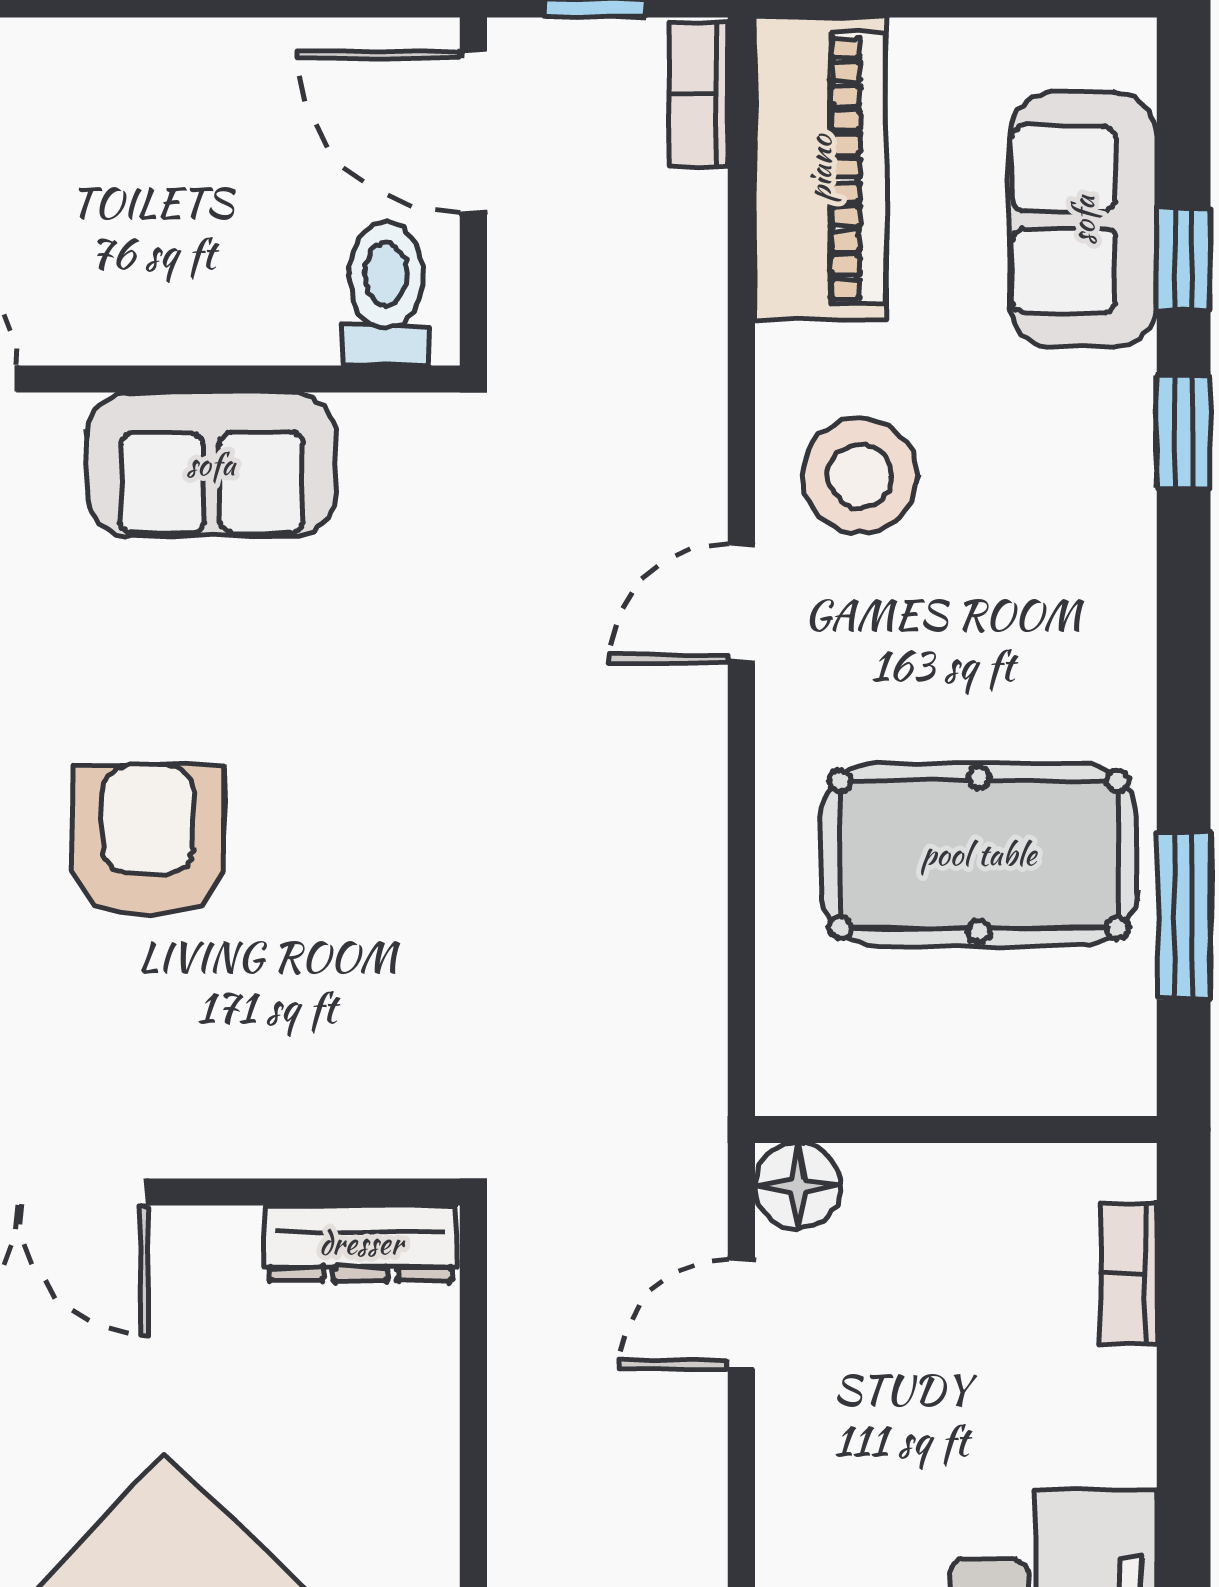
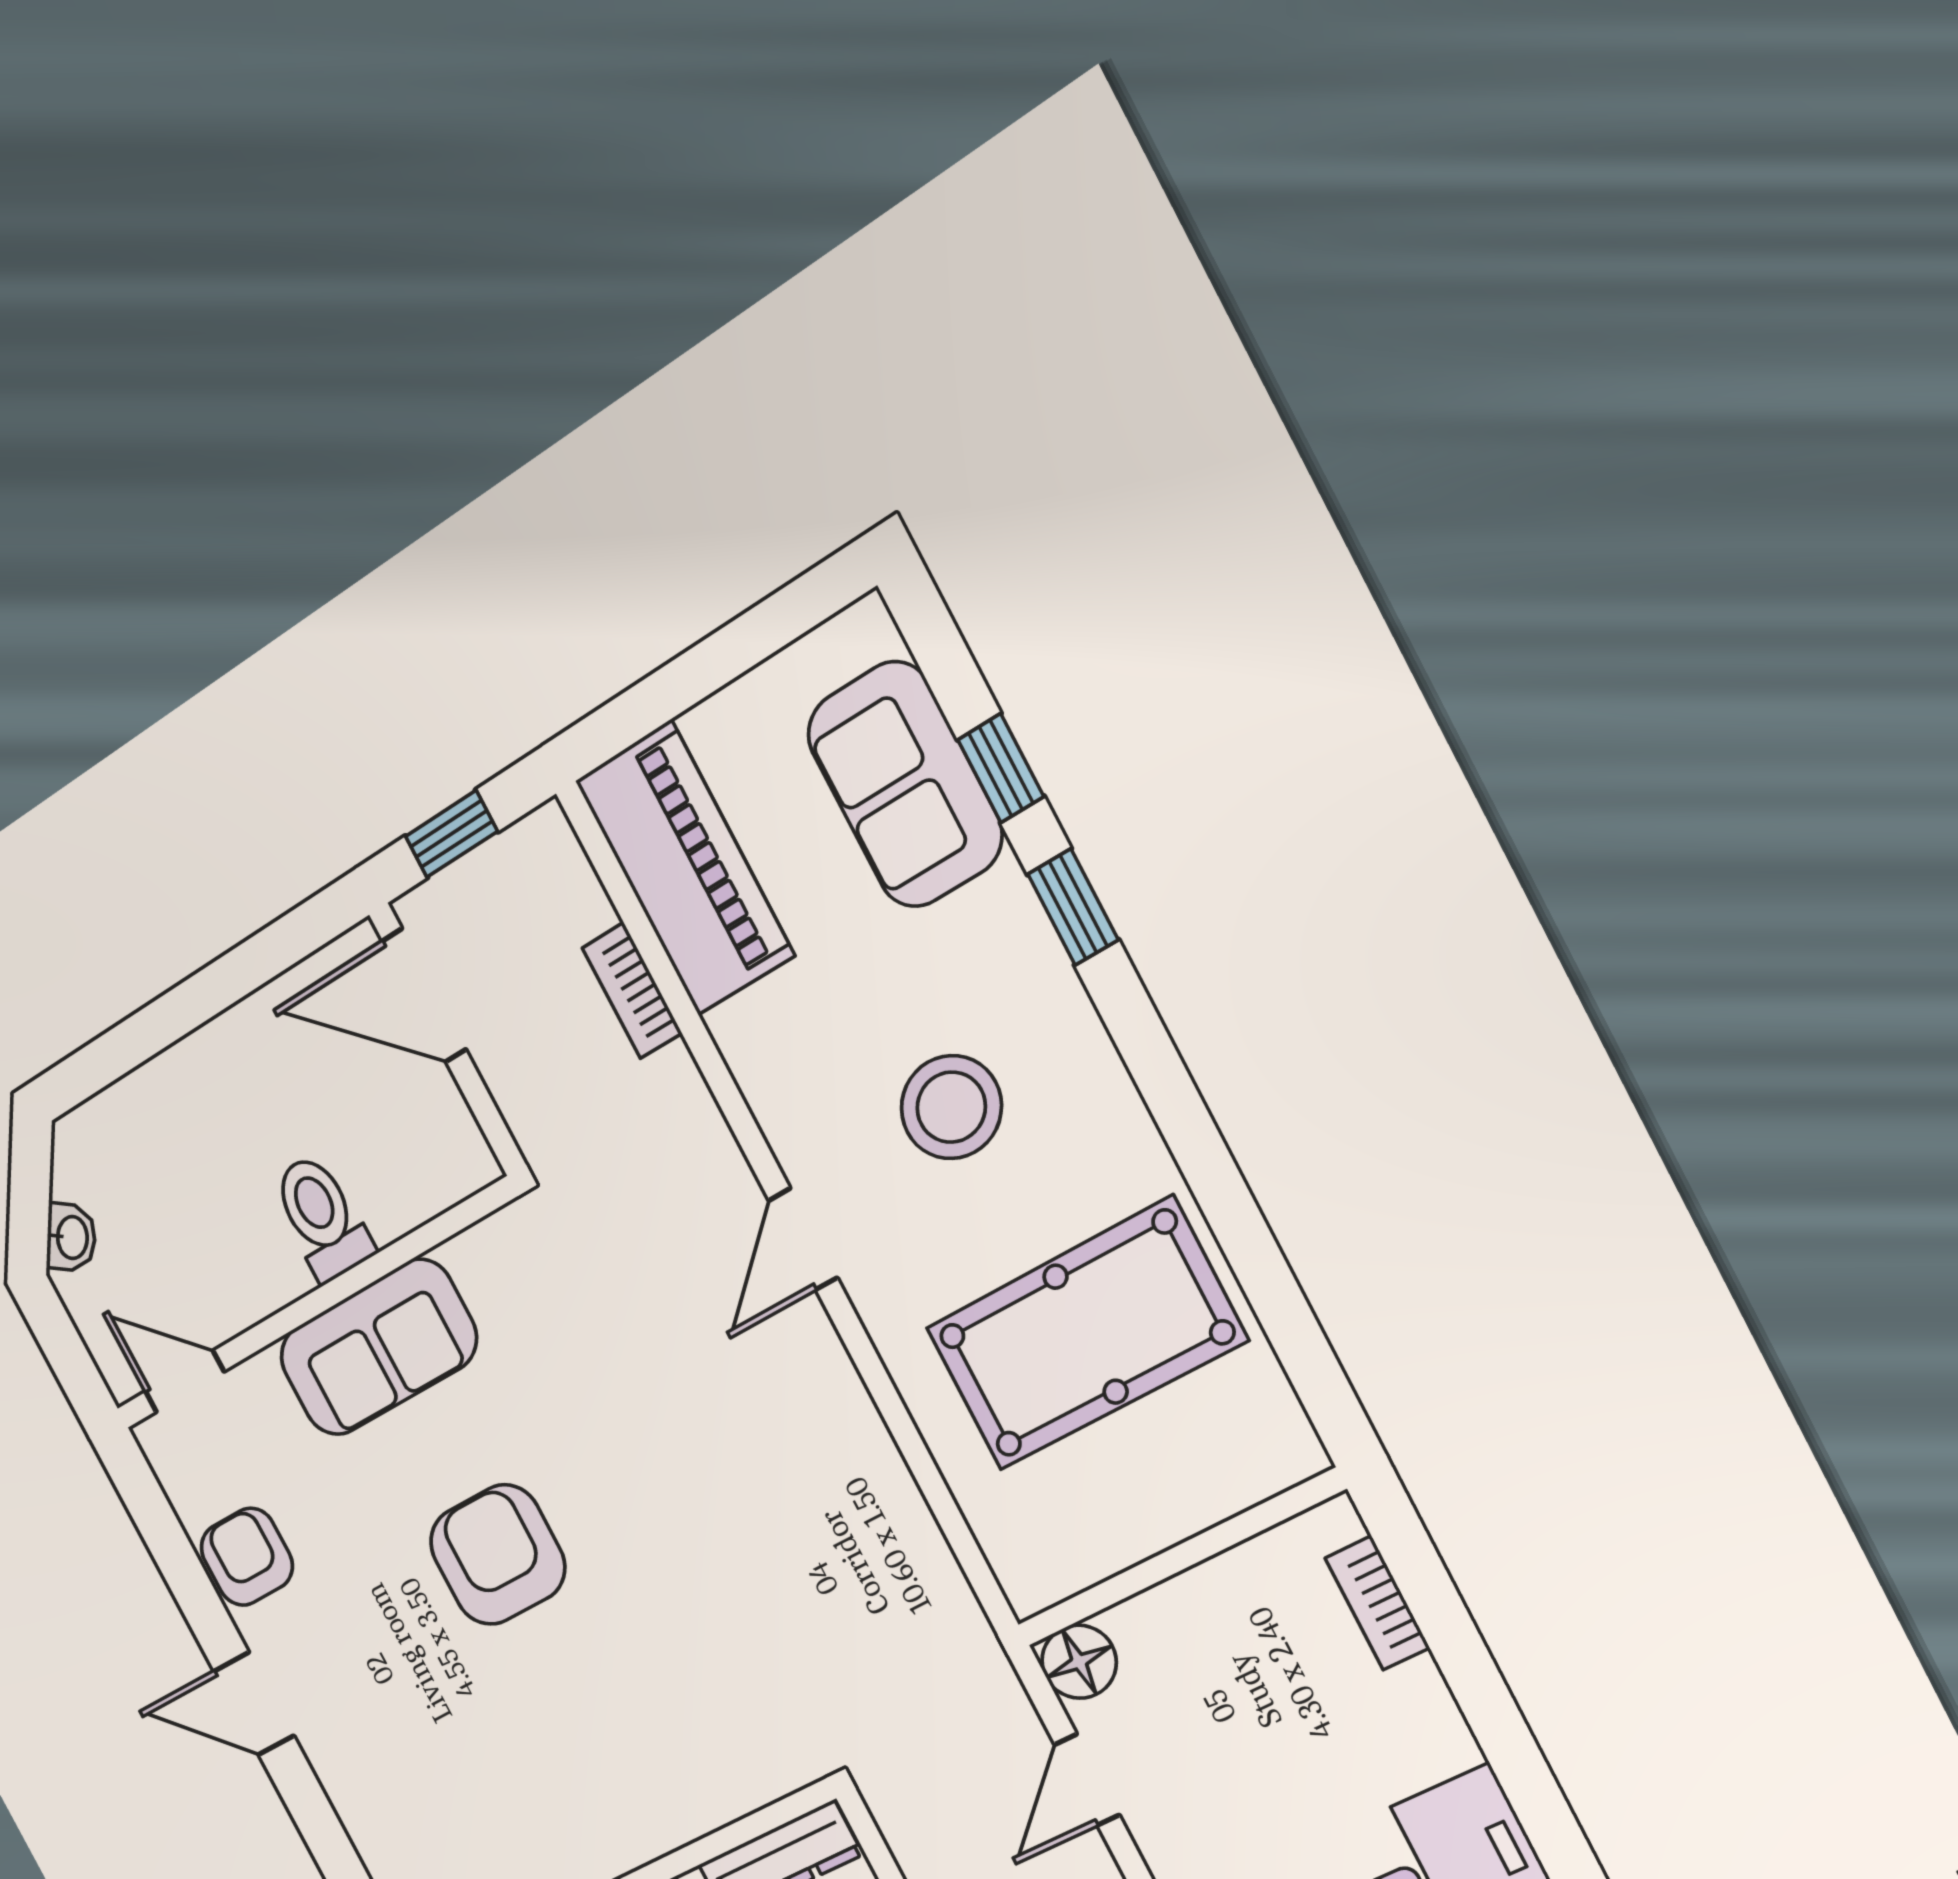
bookcase: (699, 96) -> (632, 991), moved
toilet: (386, 294) -> (322, 1217), moved
stool: (860, 476) -> (951, 1107), moved
armchair: (148, 841) -> (498, 1555), moved
window: (1184, 916) -> (1275, 1297), removed

